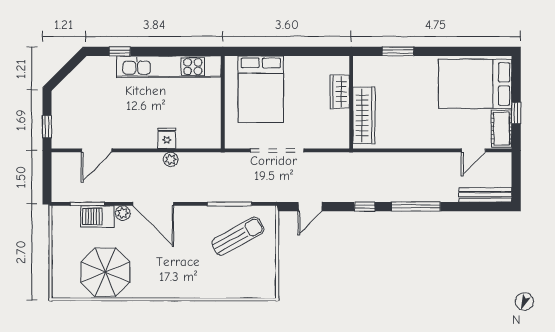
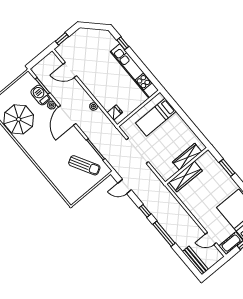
bed: (261, 89) -> (156, 117), width x0.67
wardrobe: (340, 92) -> (187, 157), width x1.50
fridge: (167, 138) -> (115, 113), moved

